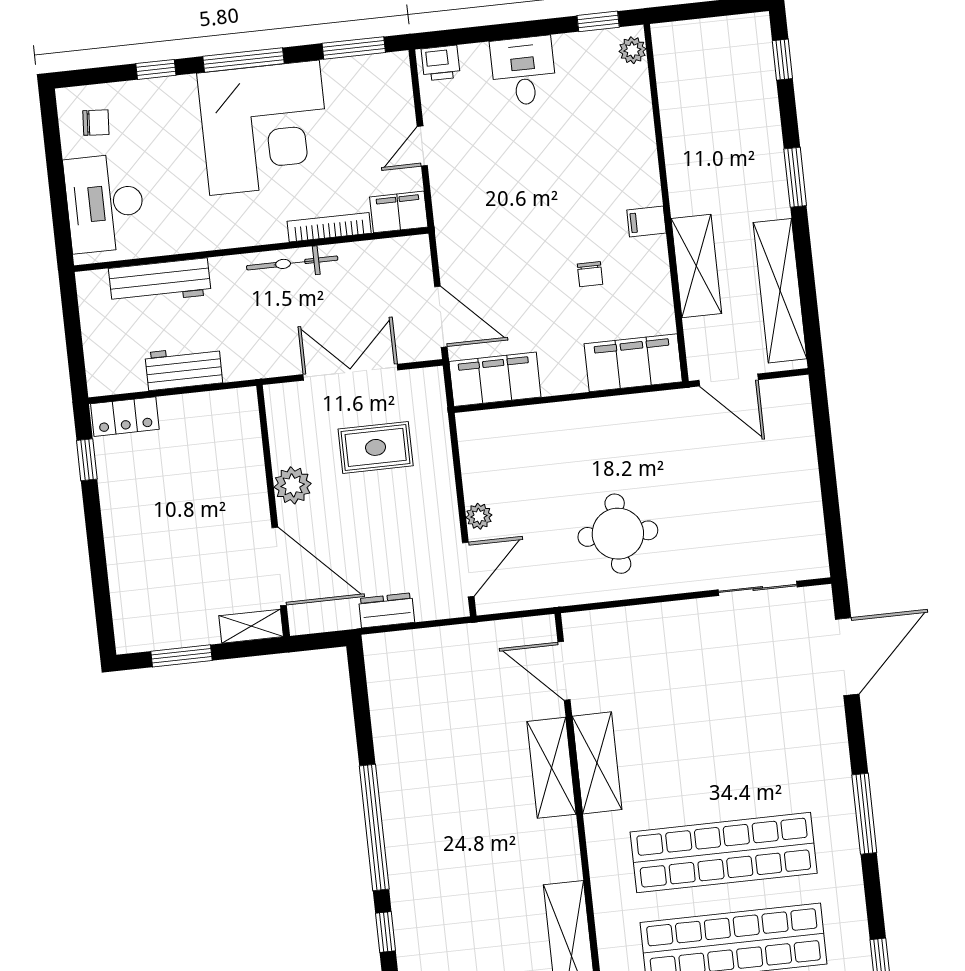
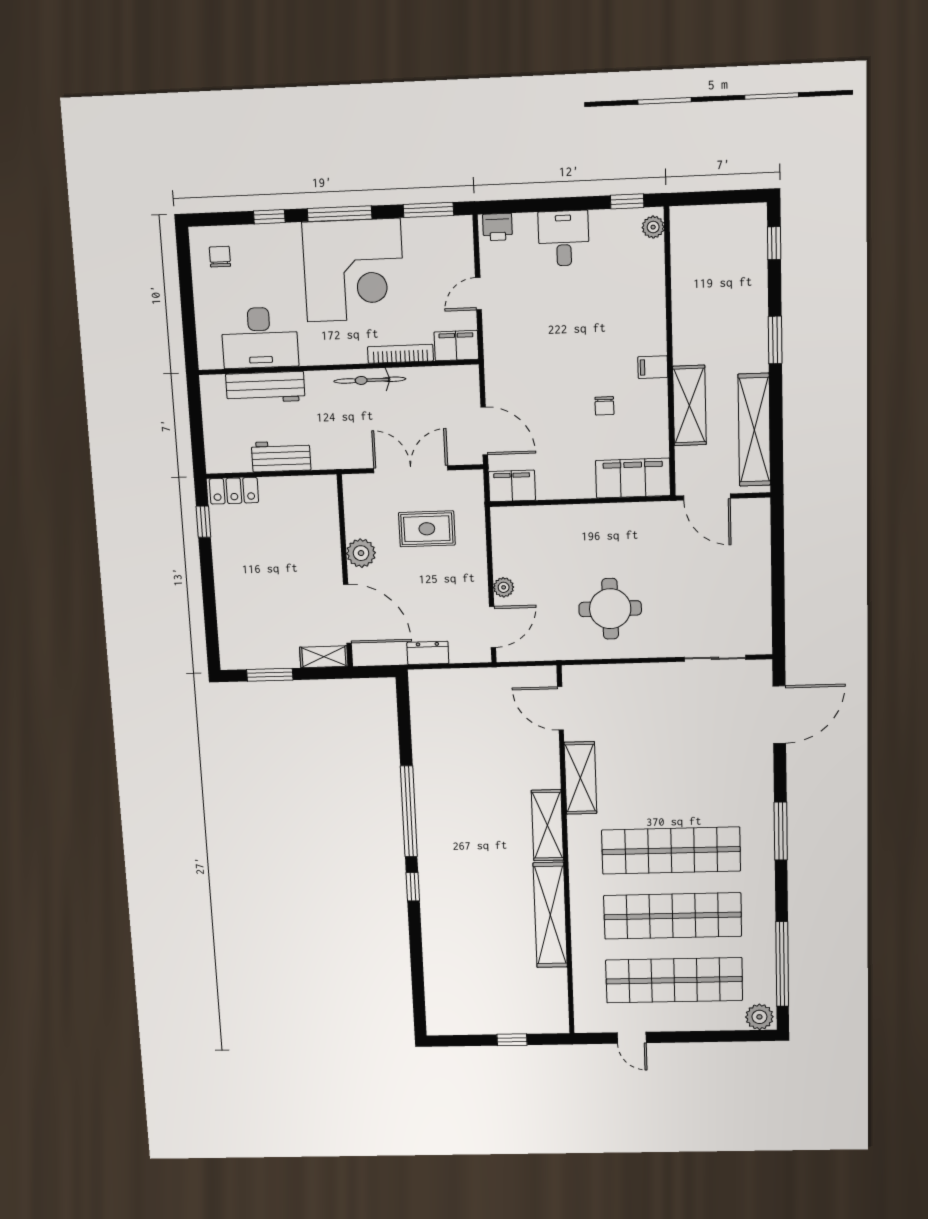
chair: (96, 123) -> (220, 257), turned -94
desk: (105, 203) -> (260, 338), moved, turned -90
filing cabinet: (495, 379) -> (512, 486), width x0.67, depth x0.86
shelving: (552, 768) -> (547, 825), moved

